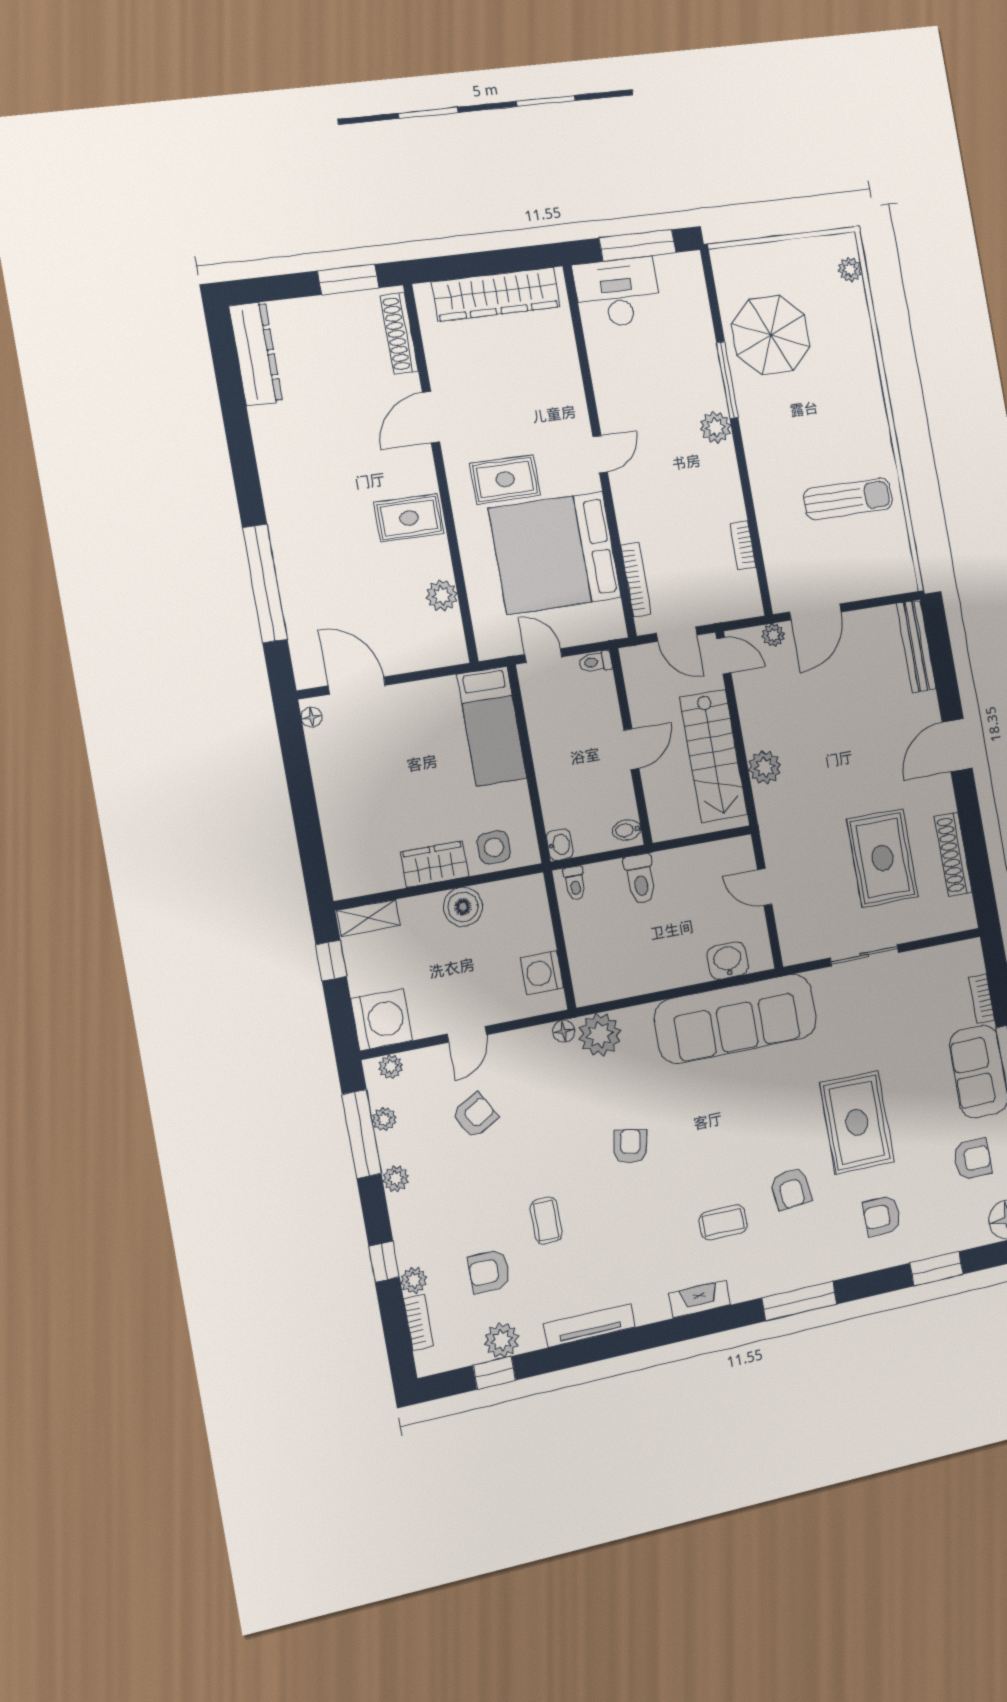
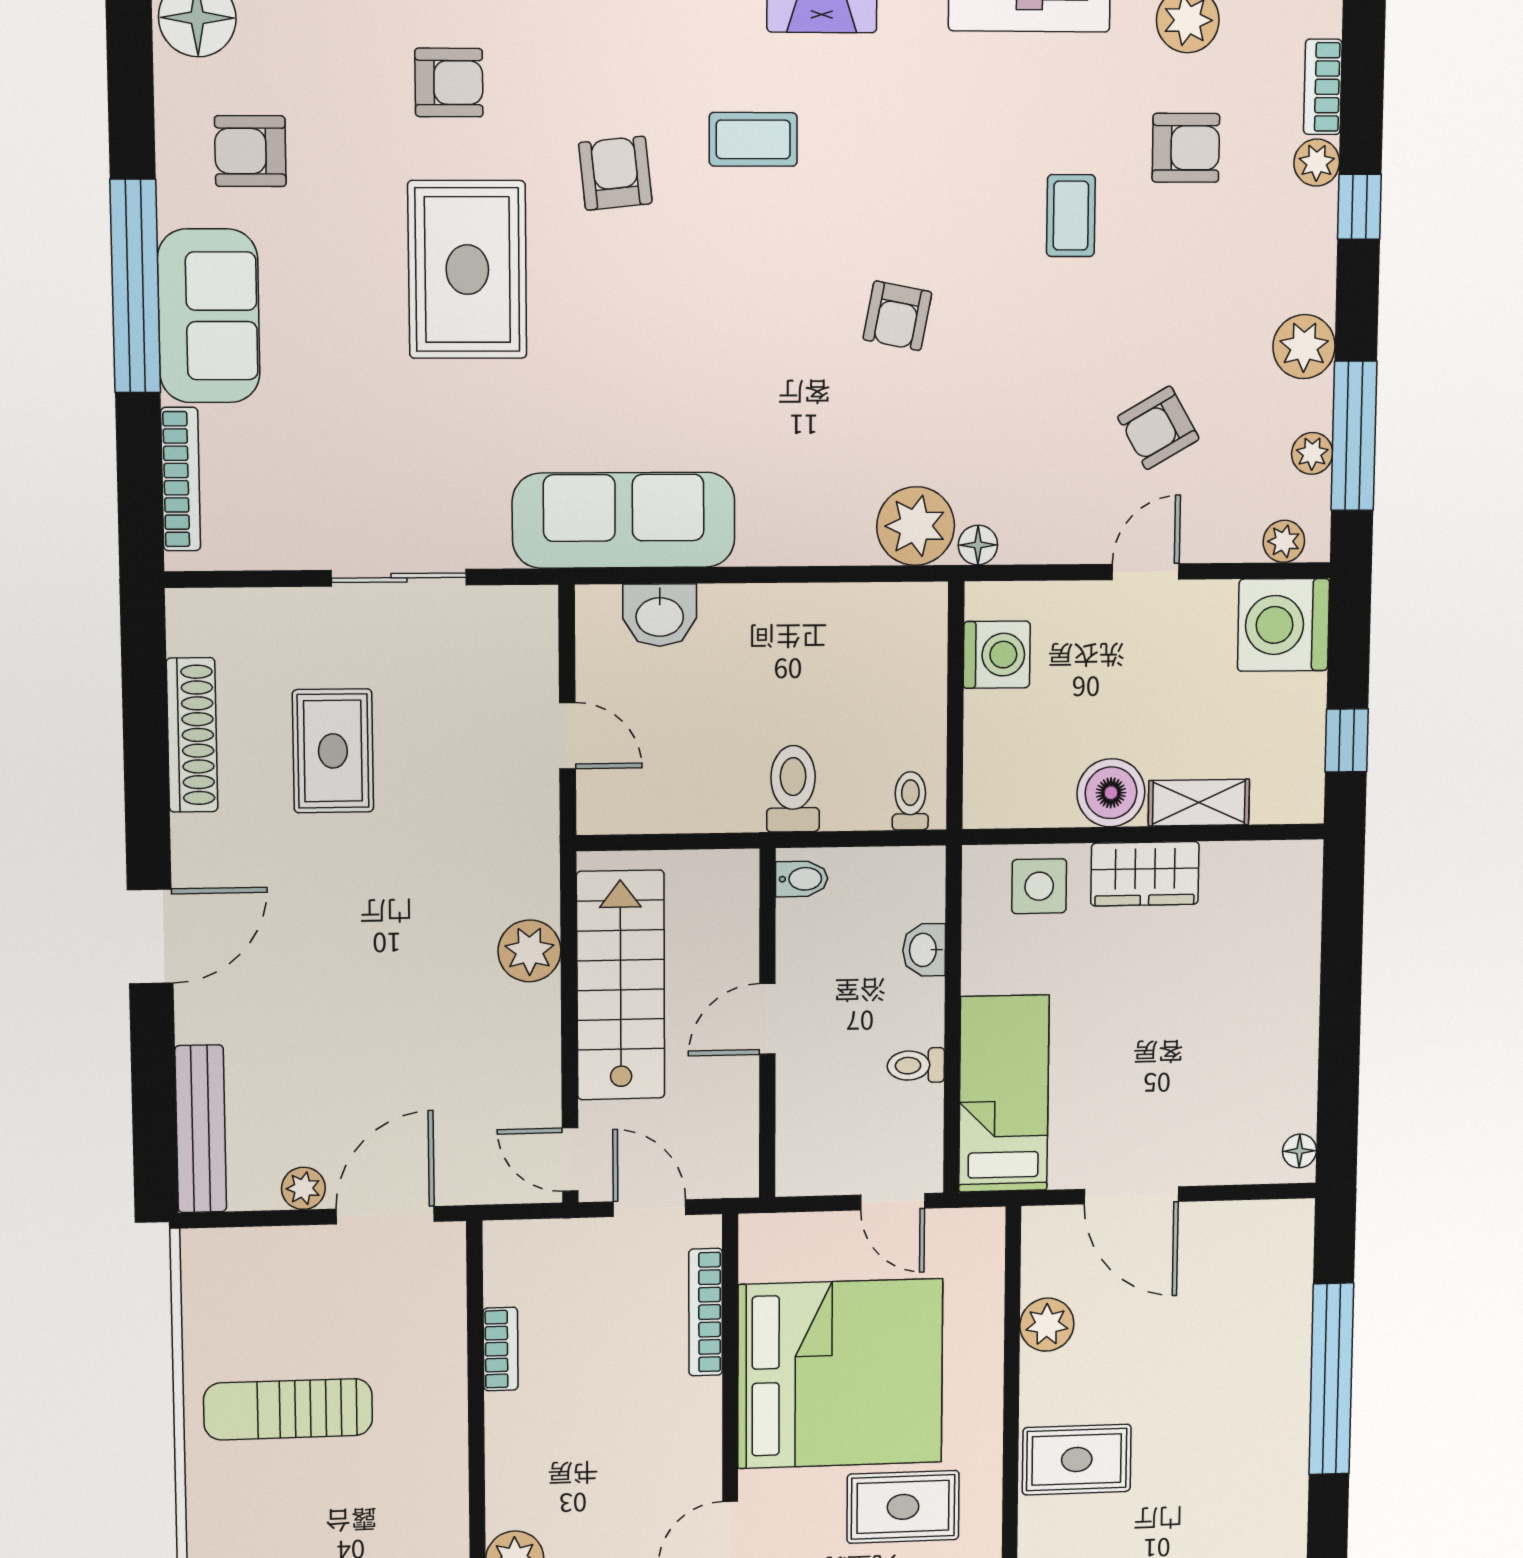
plant: (773, 635) -> (303, 1188), moved
toilet: (595, 662) -> (916, 1065), moved, turned 180
door: (357, 686) -> (1131, 1195), moved
washbasin: (560, 845) -> (924, 950), moved
rug: (883, 858) -> (333, 751), width x0.73, depth x0.70
shelving: (369, 918) -> (1199, 803), moved
bookcase: (982, 999) -> (181, 479), width x1.56
sofa: (736, 1019) -> (624, 520), width x0.74, depth x0.79
plant: (396, 1179) -> (1304, 347), width x1.38, depth x1.38

